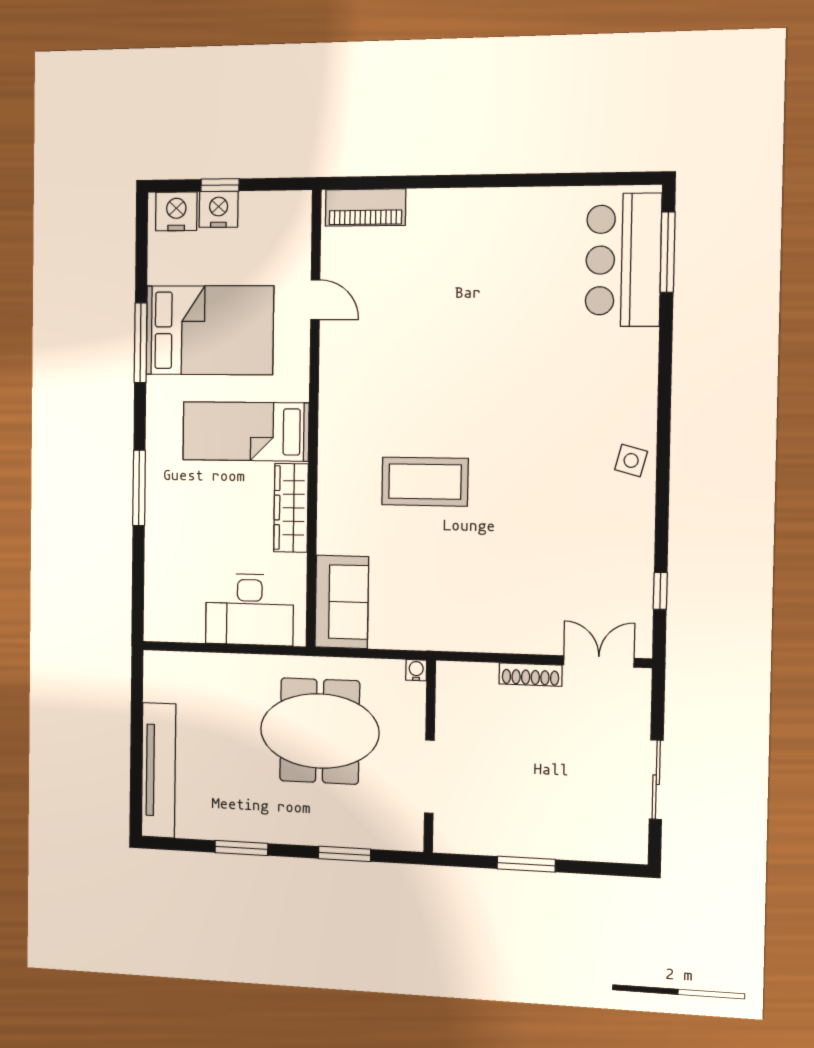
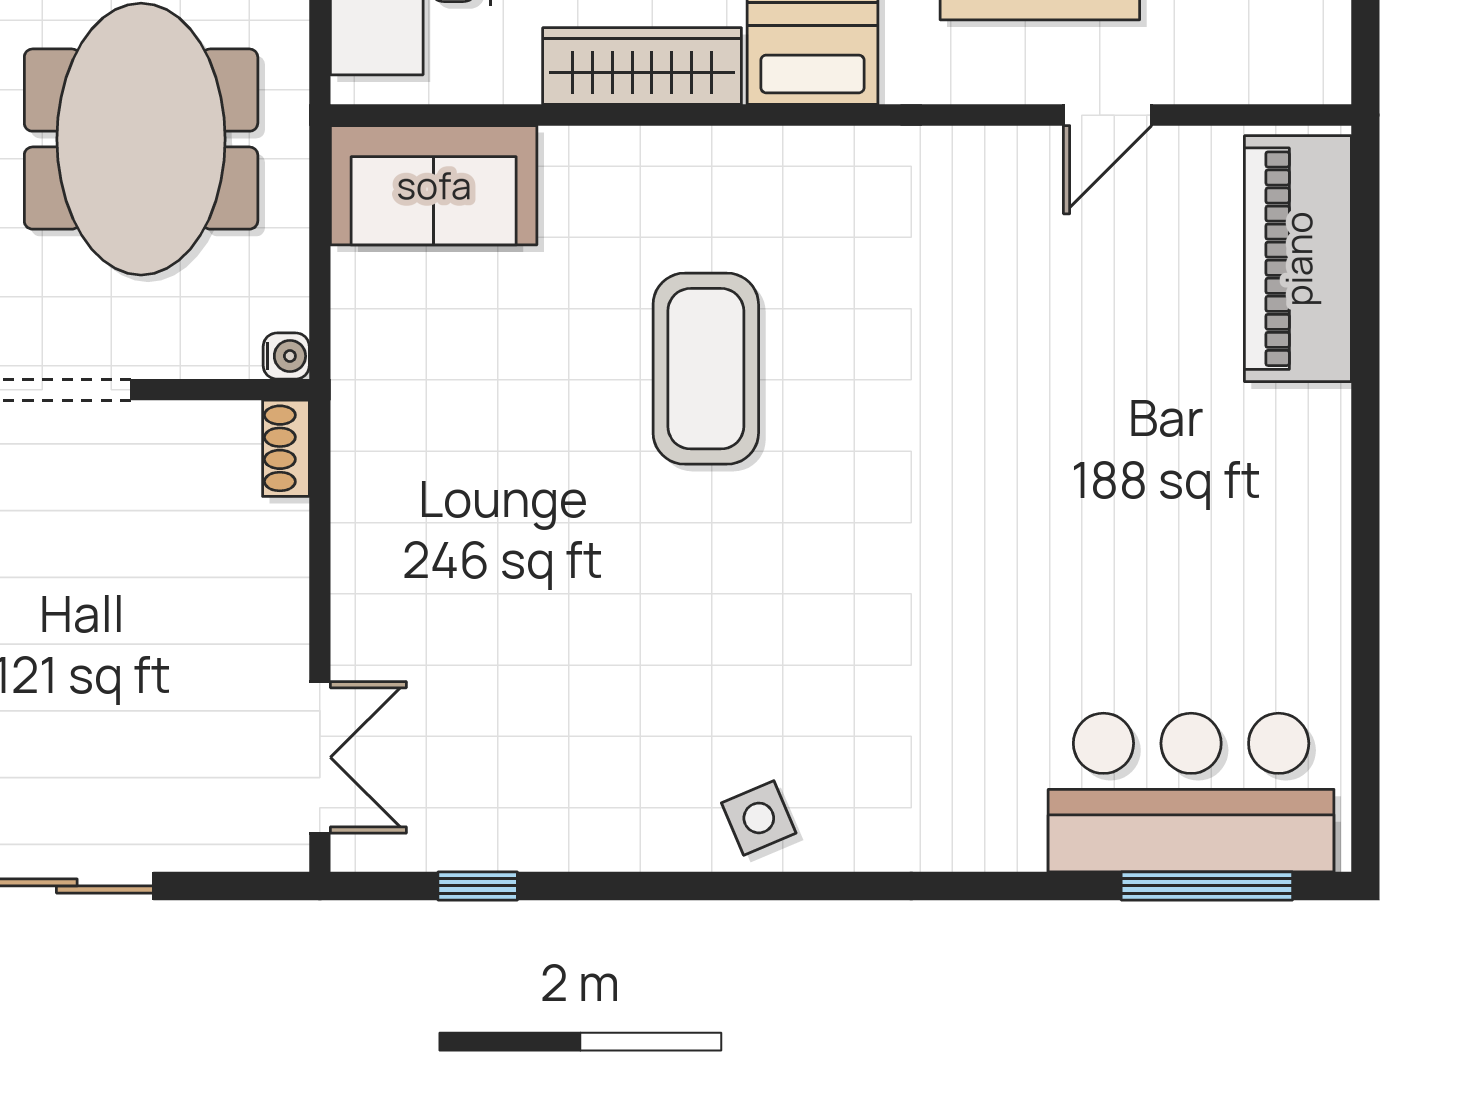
piano: (365, 207) -> (1298, 259), width x1.37, depth x1.33
side table: (631, 460) -> (759, 818), turned -38
shoe rack: (531, 675) -> (286, 448), moved, width x0.70

